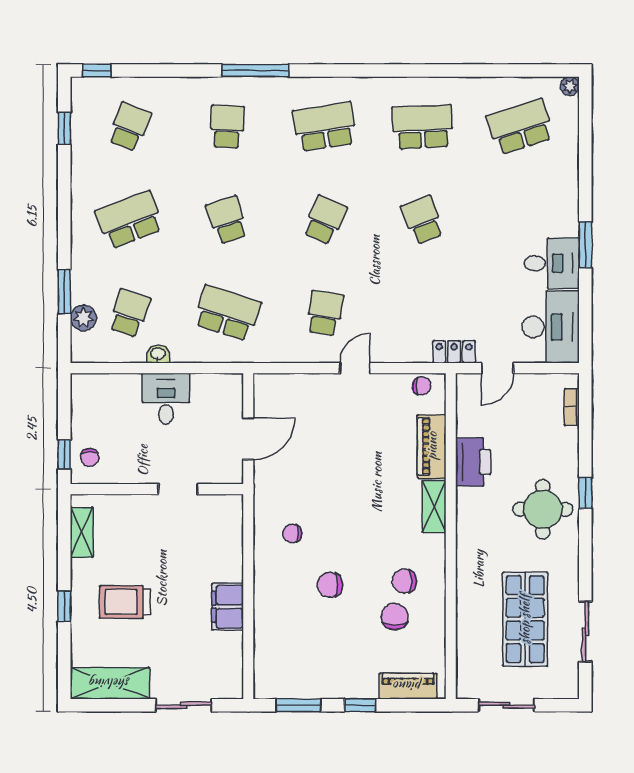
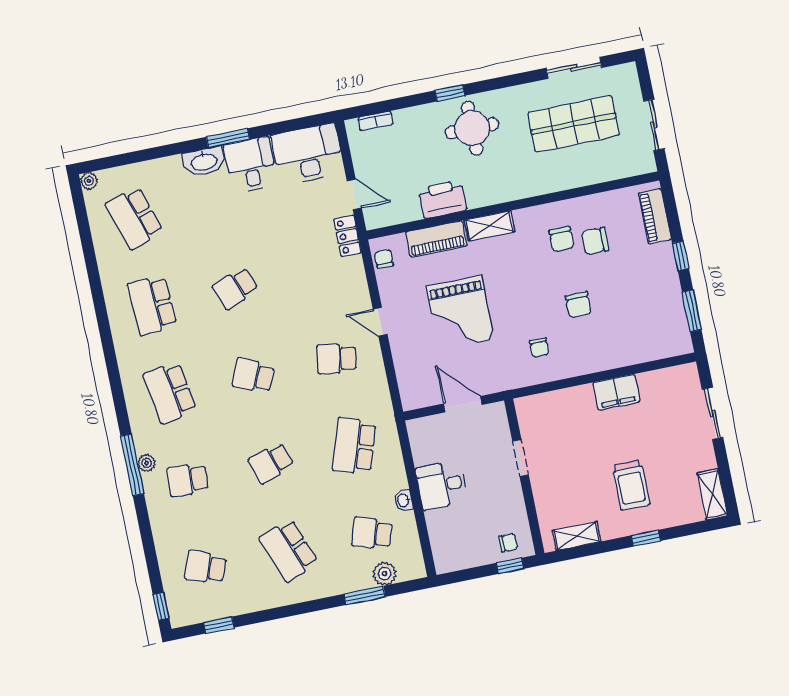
plant: (254, 86) -> (147, 463), added
washbasin: (566, 214) -> (204, 161), added
grand piano: (347, 456) -> (460, 313), added
shelving: (110, 683) -> (712, 494), width x0.67, depth x0.75

